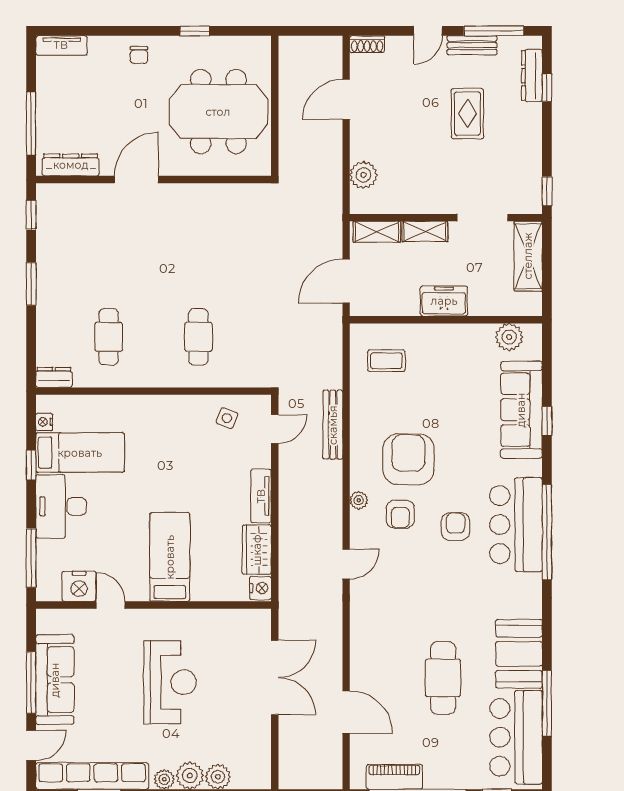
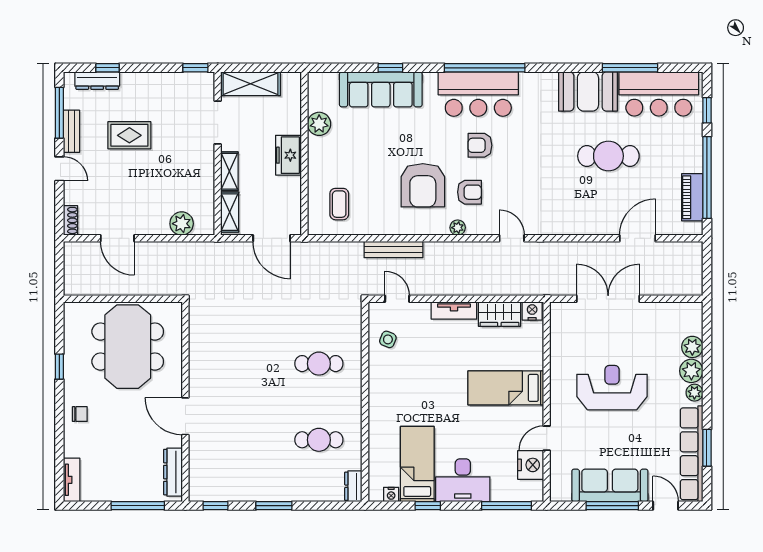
plant: (509, 337) -> (319, 124), moved
armchair: (408, 459) -> (423, 185), turned -90

